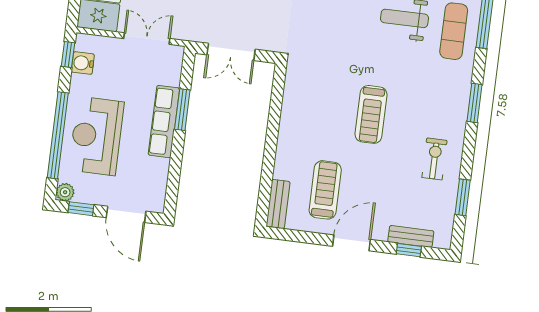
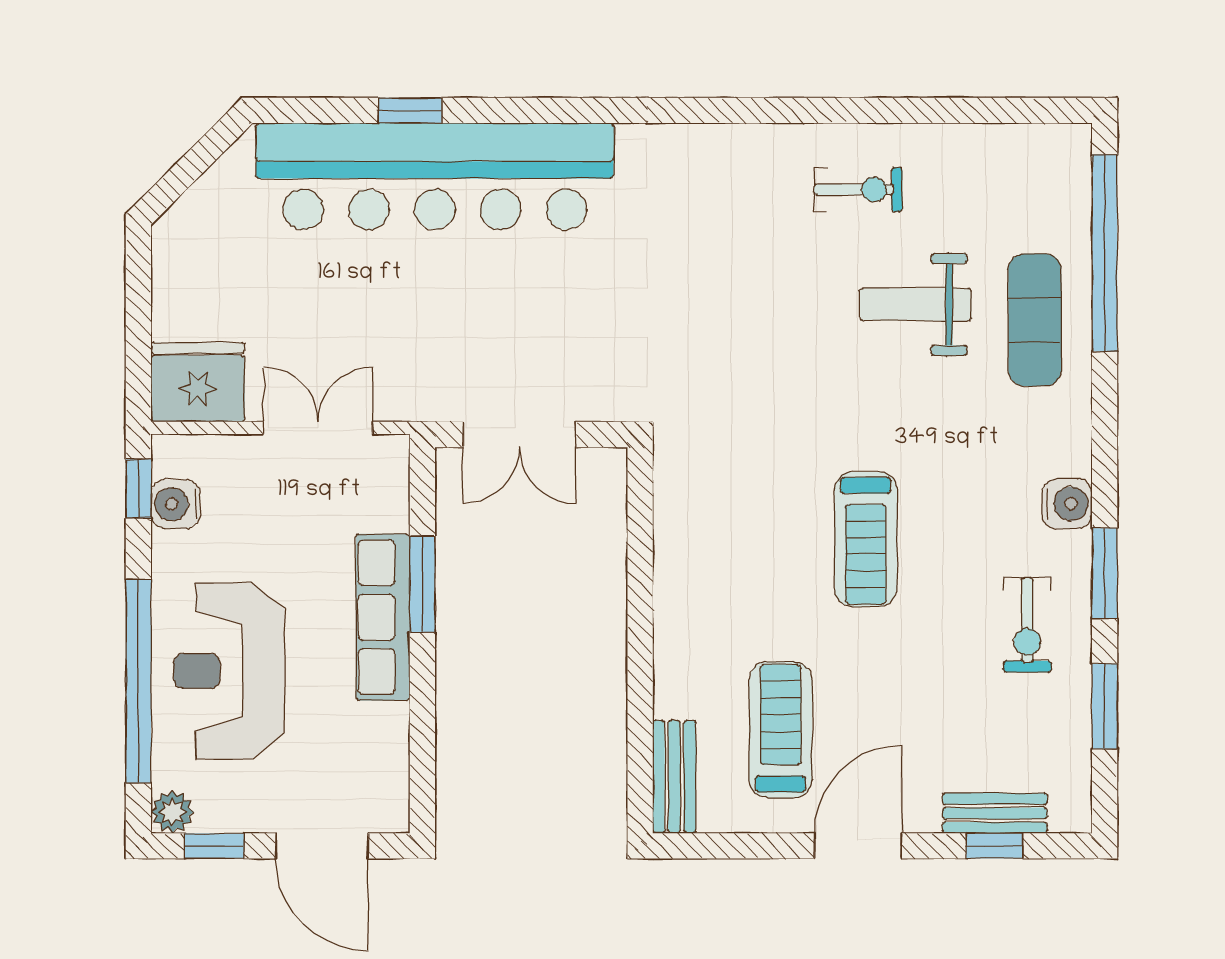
window: (474, 103) -> (1105, 573), moved
water cooler: (458, 110) -> (1067, 504), added
exercise bike: (434, 159) -> (1027, 625), turned 180

